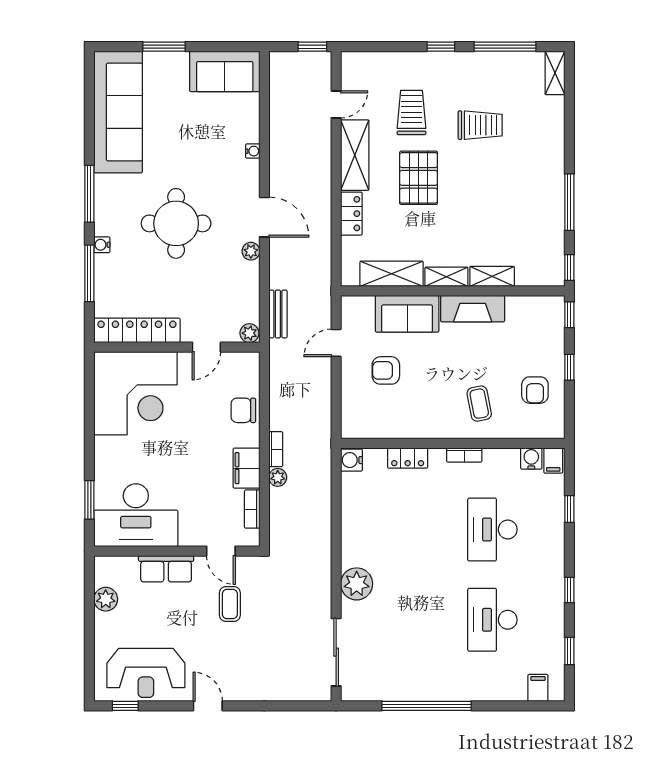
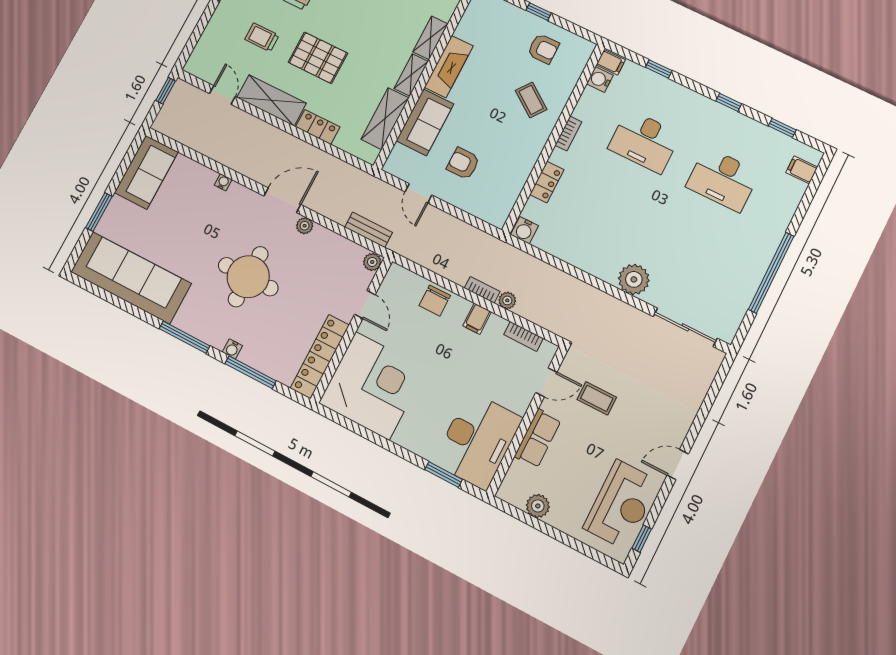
trolley: (411, 112) -> (262, 37), width x0.73, depth x0.72
armchair: (386, 370) -> (463, 163), turned 90
coffee table: (479, 404) -> (531, 100), turned 47
filing cabinet: (246, 468) -> (477, 319), width x0.50

